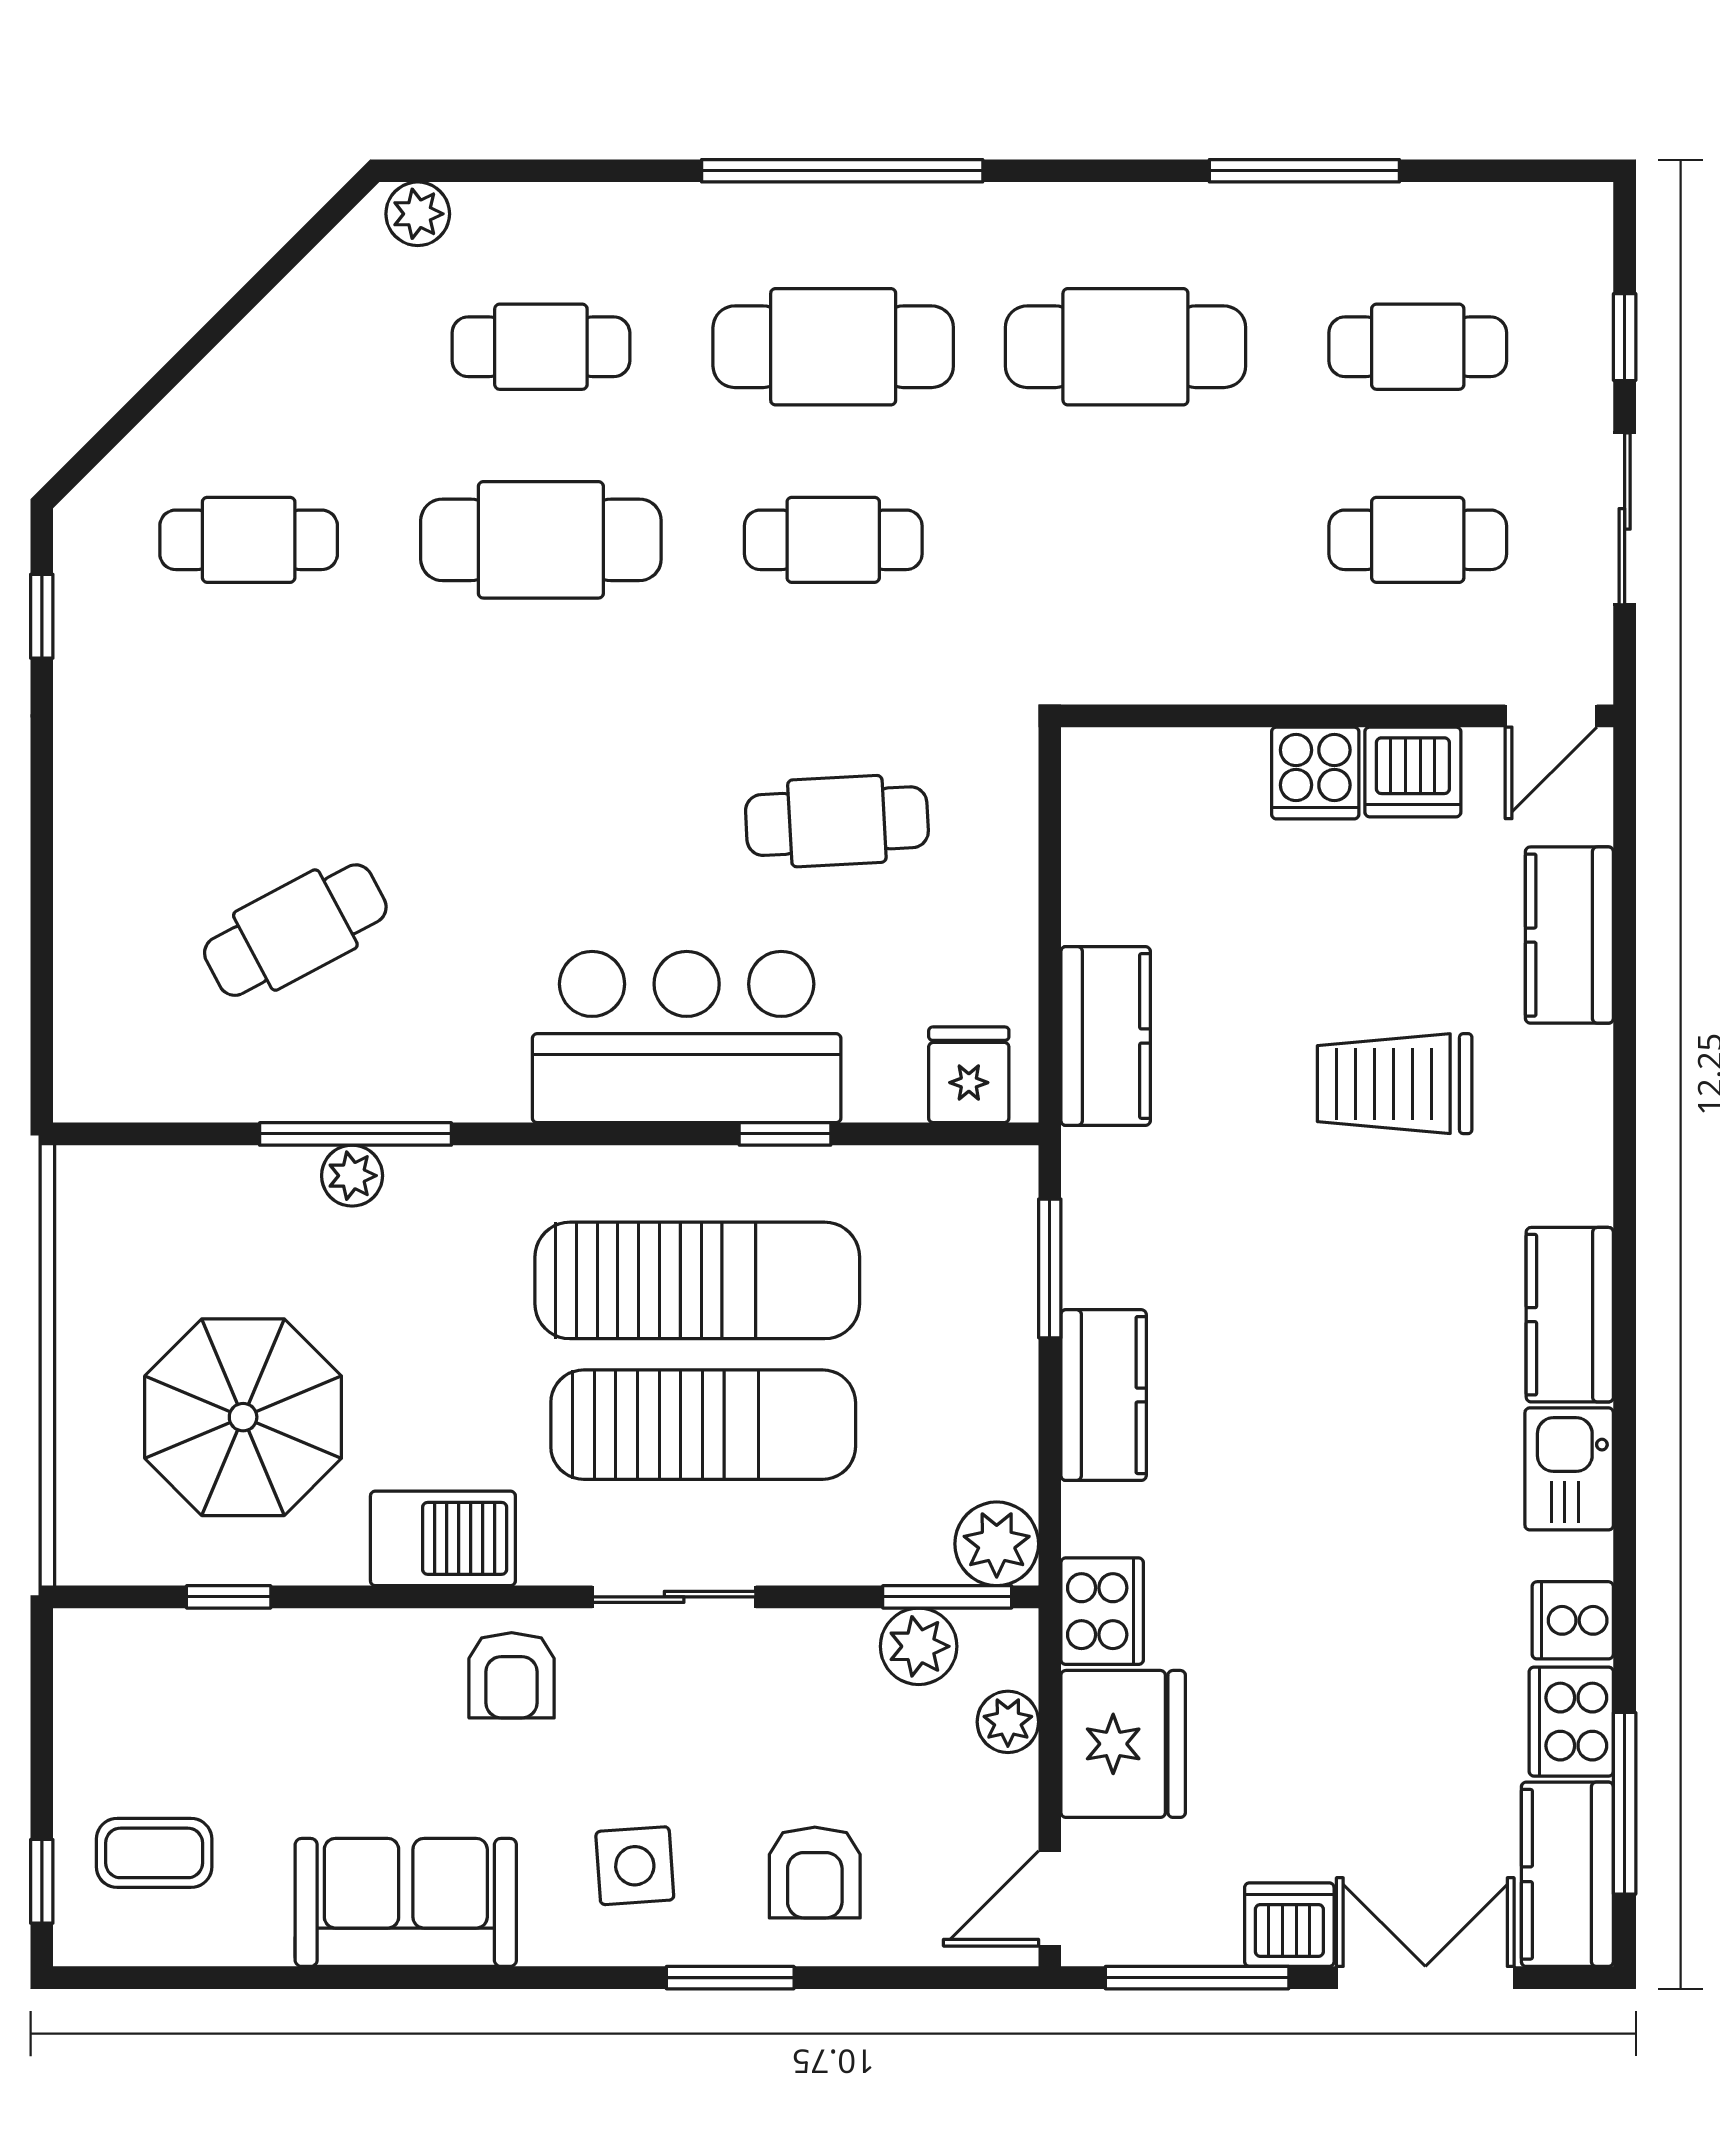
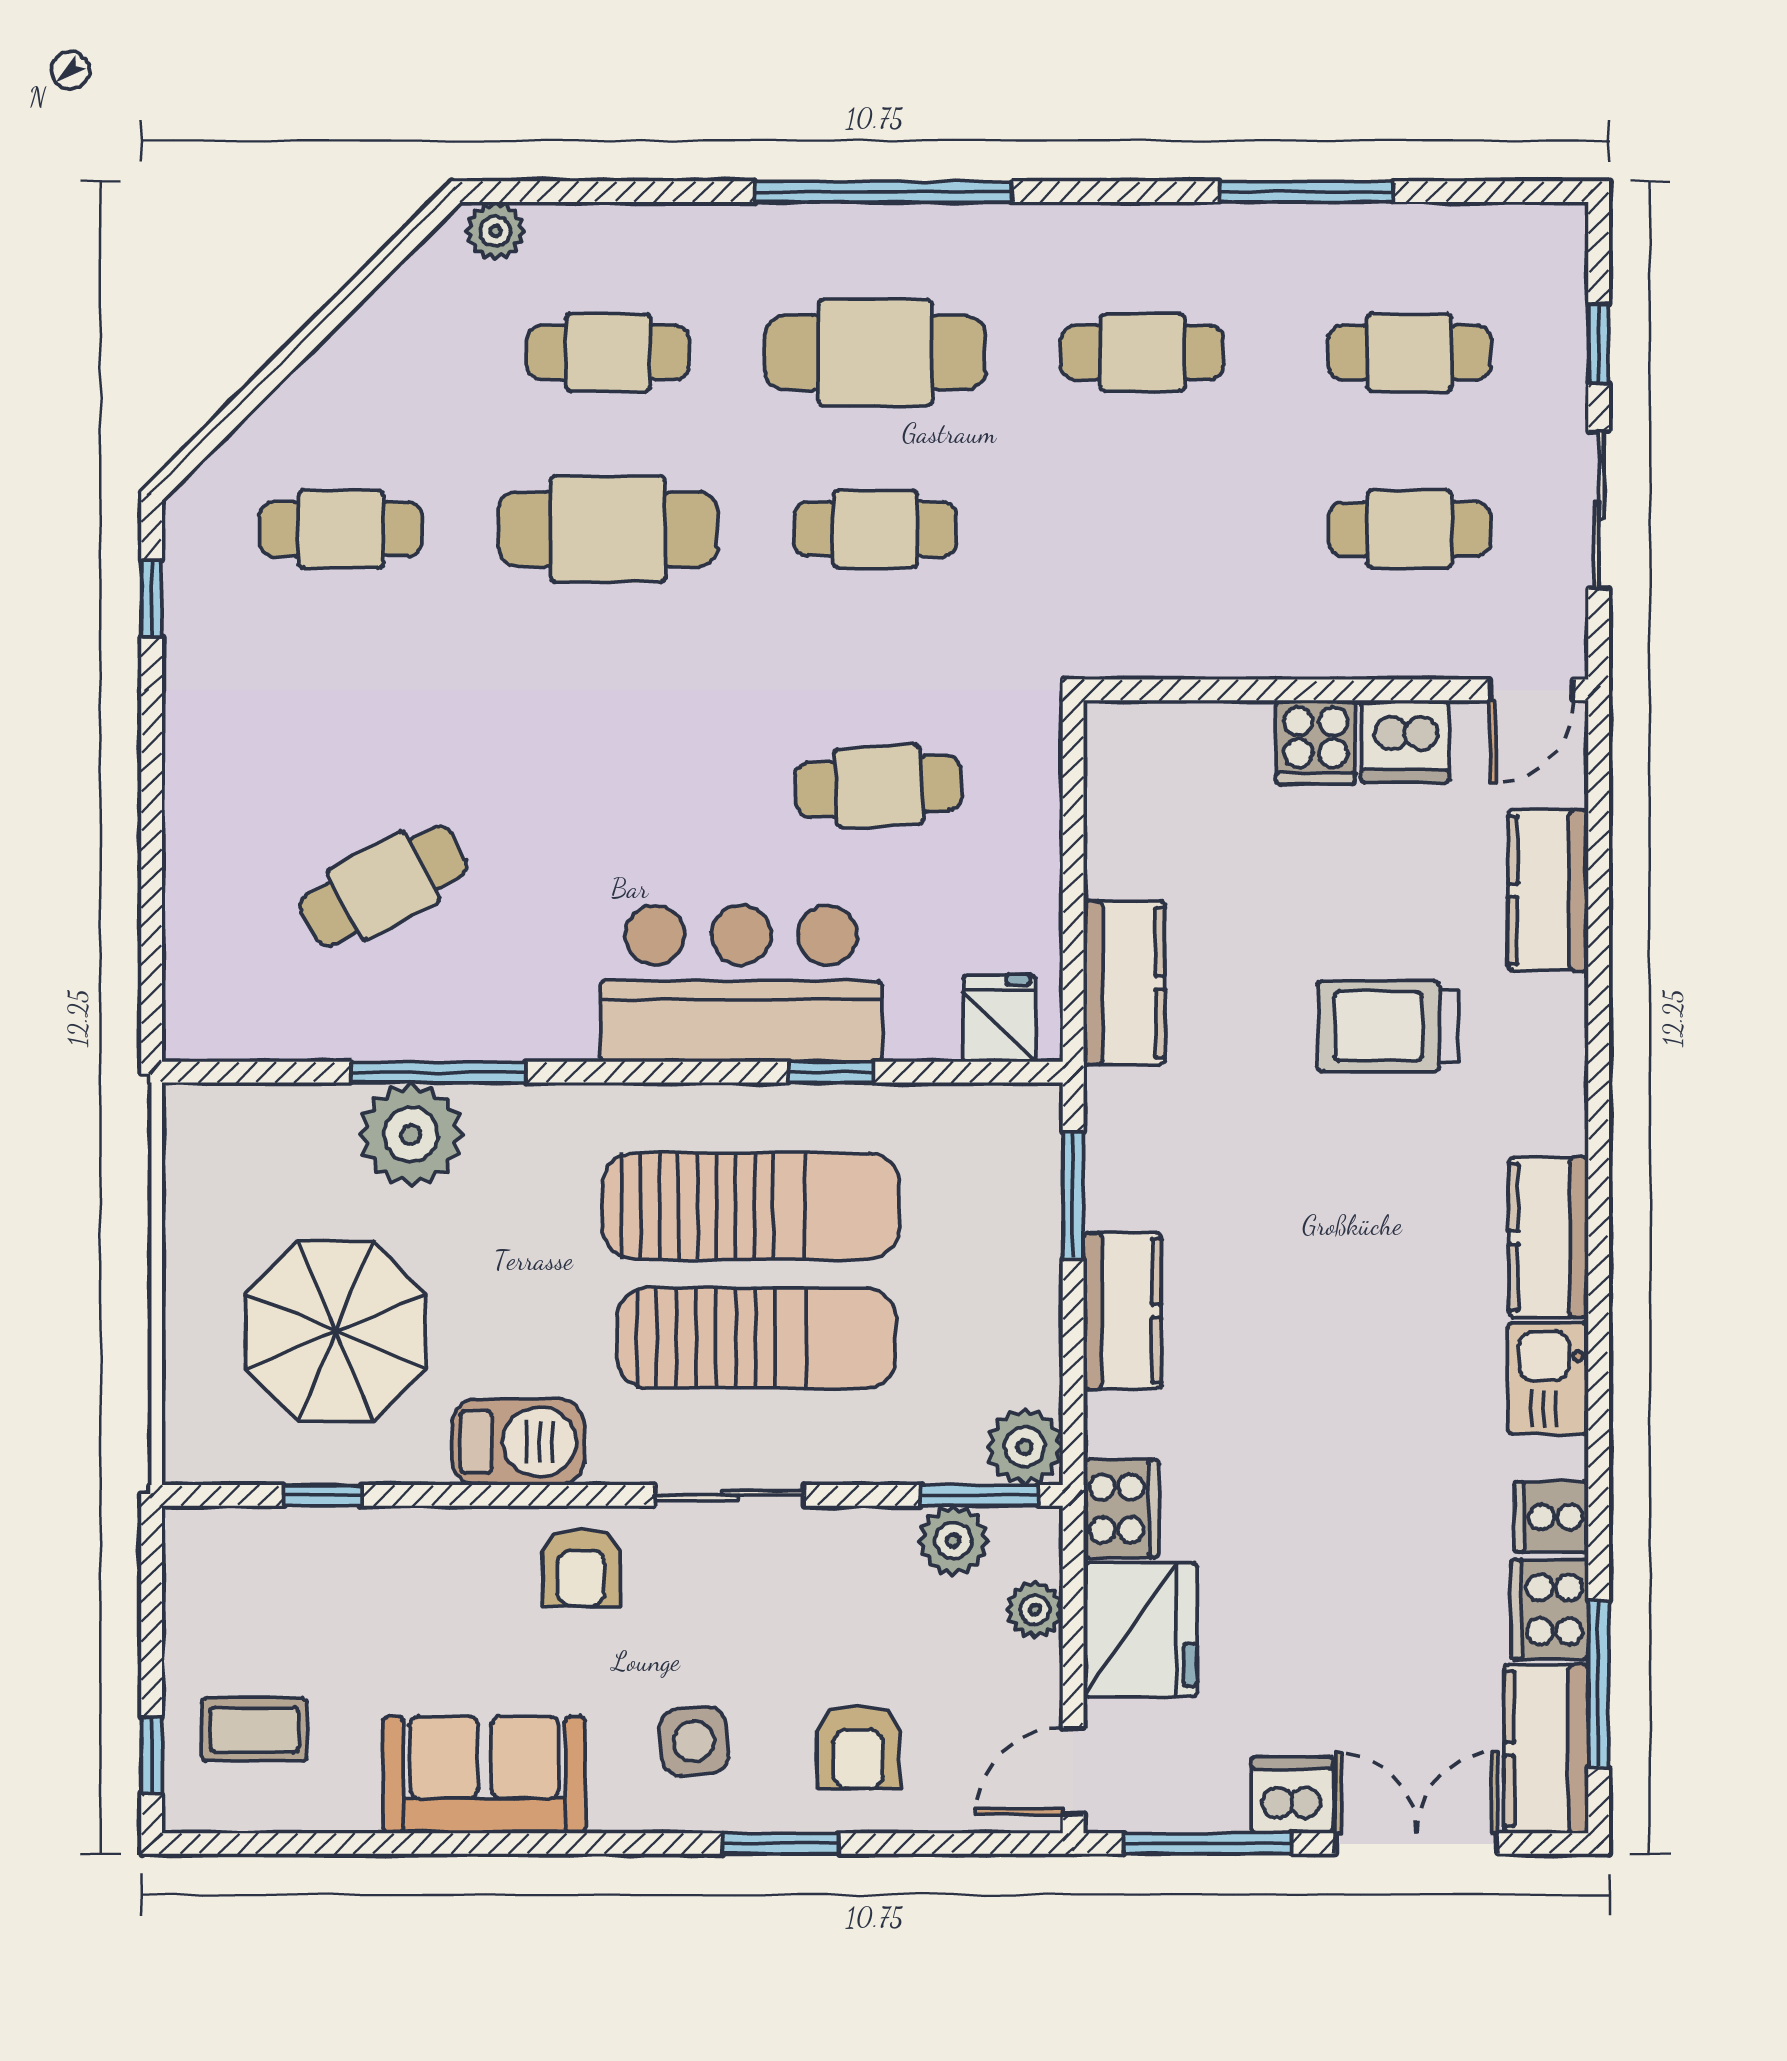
cafe table: (1125, 347) -> (1142, 353), width x0.73, depth x0.74
plant: (352, 1176) -> (411, 1135), width x1.87, depth x1.87

